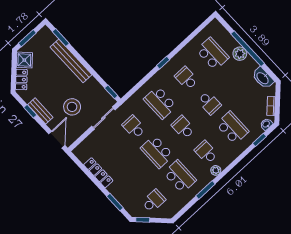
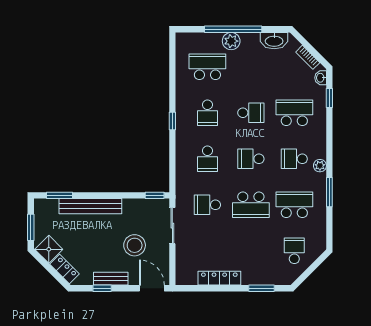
school desk: (186, 78) -> (207, 113), turned -90
school desk: (160, 103) -> (207, 159), width x0.54
window: (143, 220) -> (303, 278), removed

